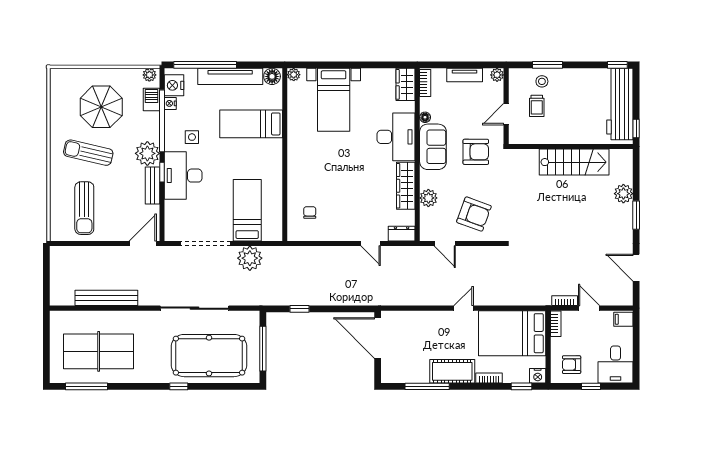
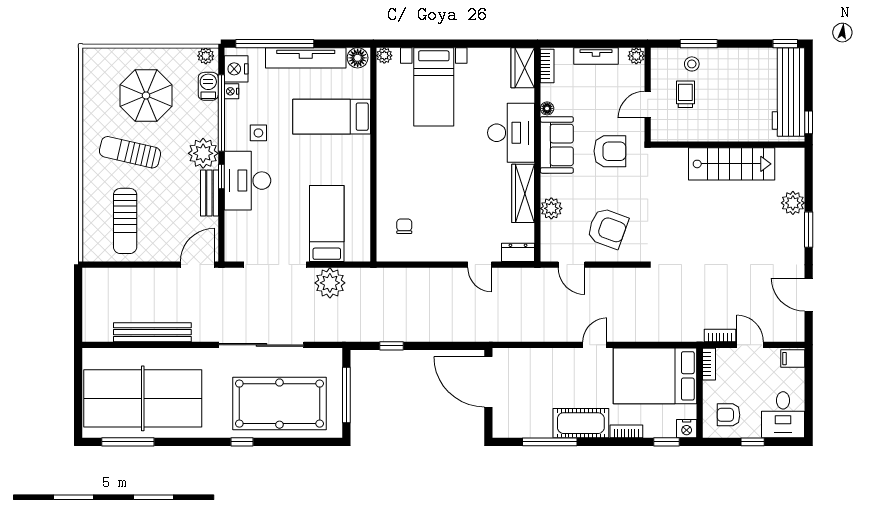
trolley: (537, 106) -> (685, 94), turned 180
table tennis table: (99, 351) -> (143, 398), width x1.36, depth x1.32

